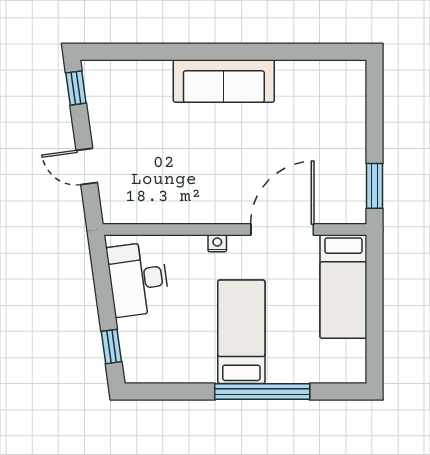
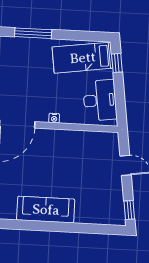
bed: (241, 332) -> (83, 58), moved, turned 82
window: (262, 392) -> (33, 33), width x0.68

